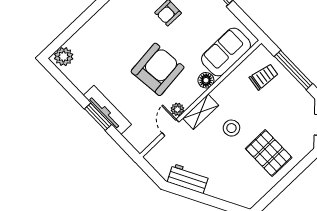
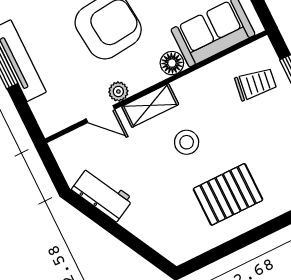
door: (171, 127) -> (100, 114), swing flipped
pallet: (269, 153) -> (228, 194), turned 90

